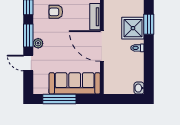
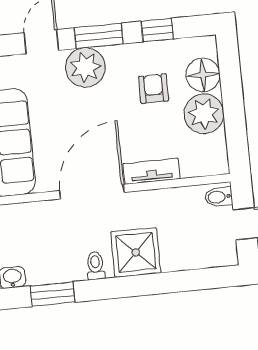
window: (149, 24) -> (52, 294), moved
plant: (38, 43) -> (85, 67), width x1.87, depth x1.87

